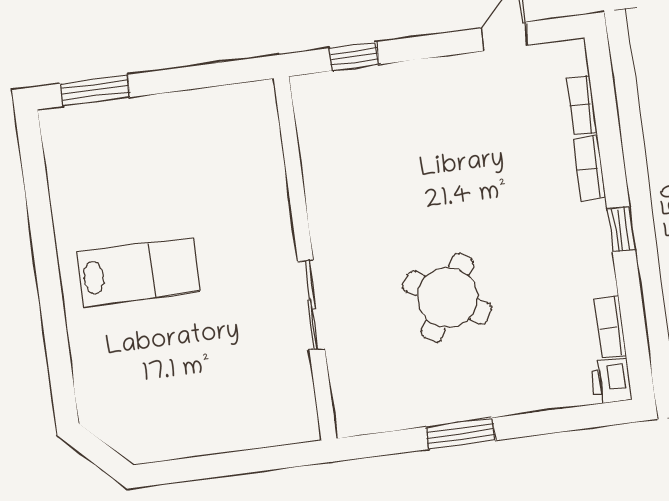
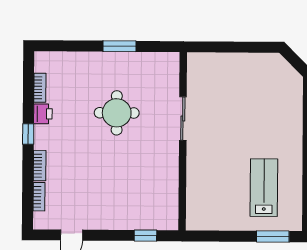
lab bench: (138, 272) -> (264, 188), moved, turned 90
round table: (447, 297) -> (117, 113), turned -31
printer: (611, 381) -> (43, 114), moved

